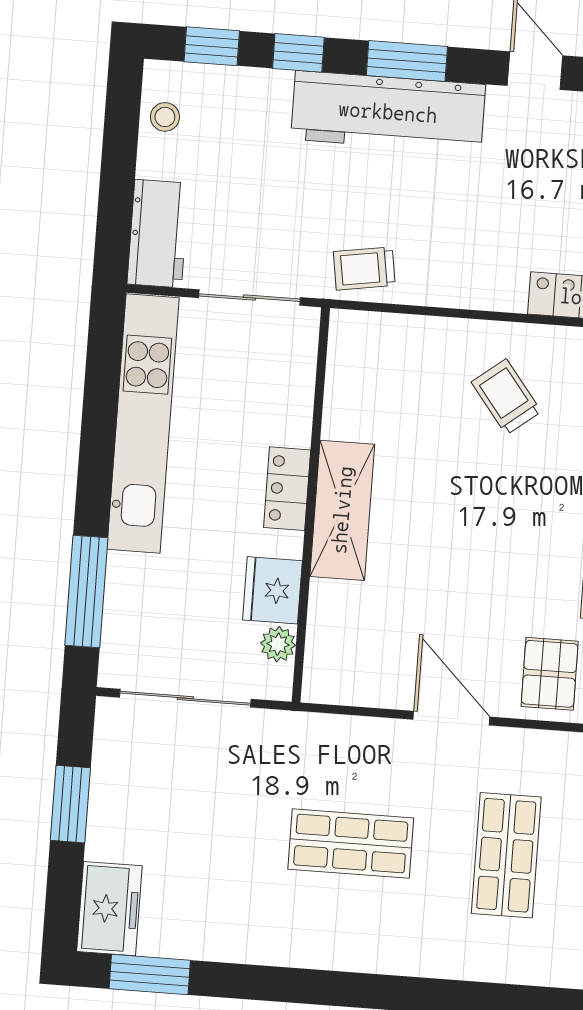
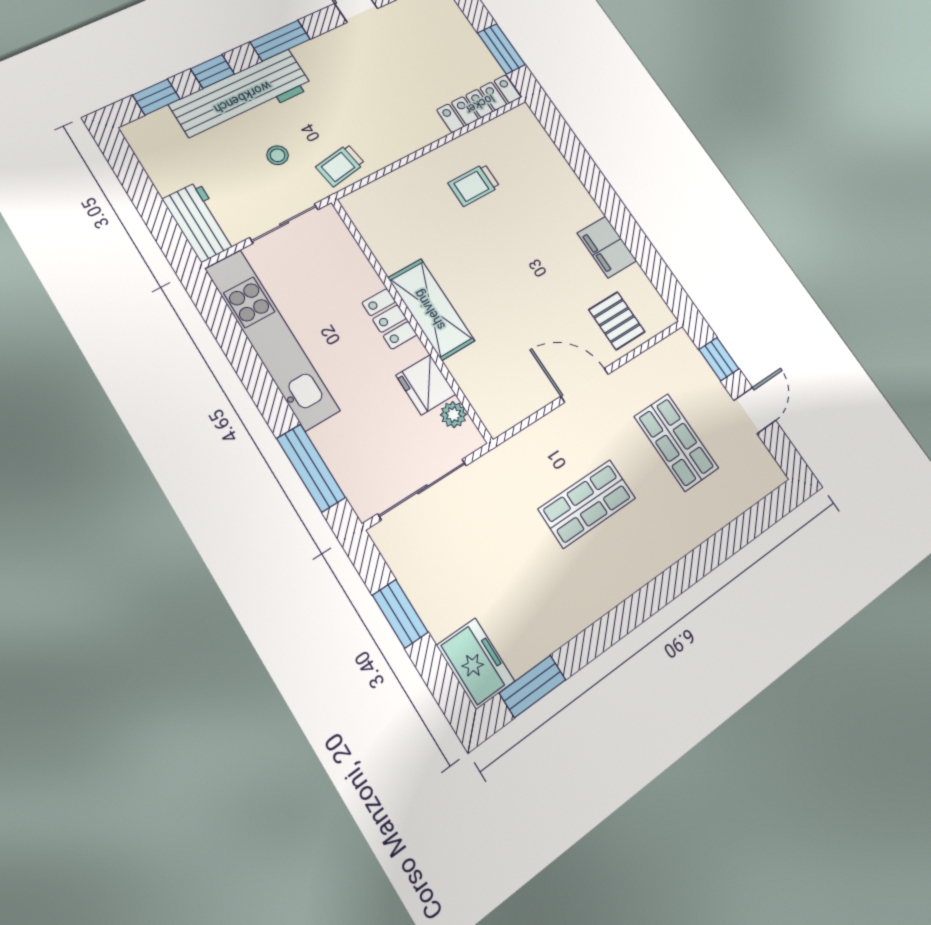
workbench: (388, 112) -> (242, 96), moved
stool: (165, 117) -> (278, 155), moved
trolley: (506, 397) -> (474, 185), turned -52

